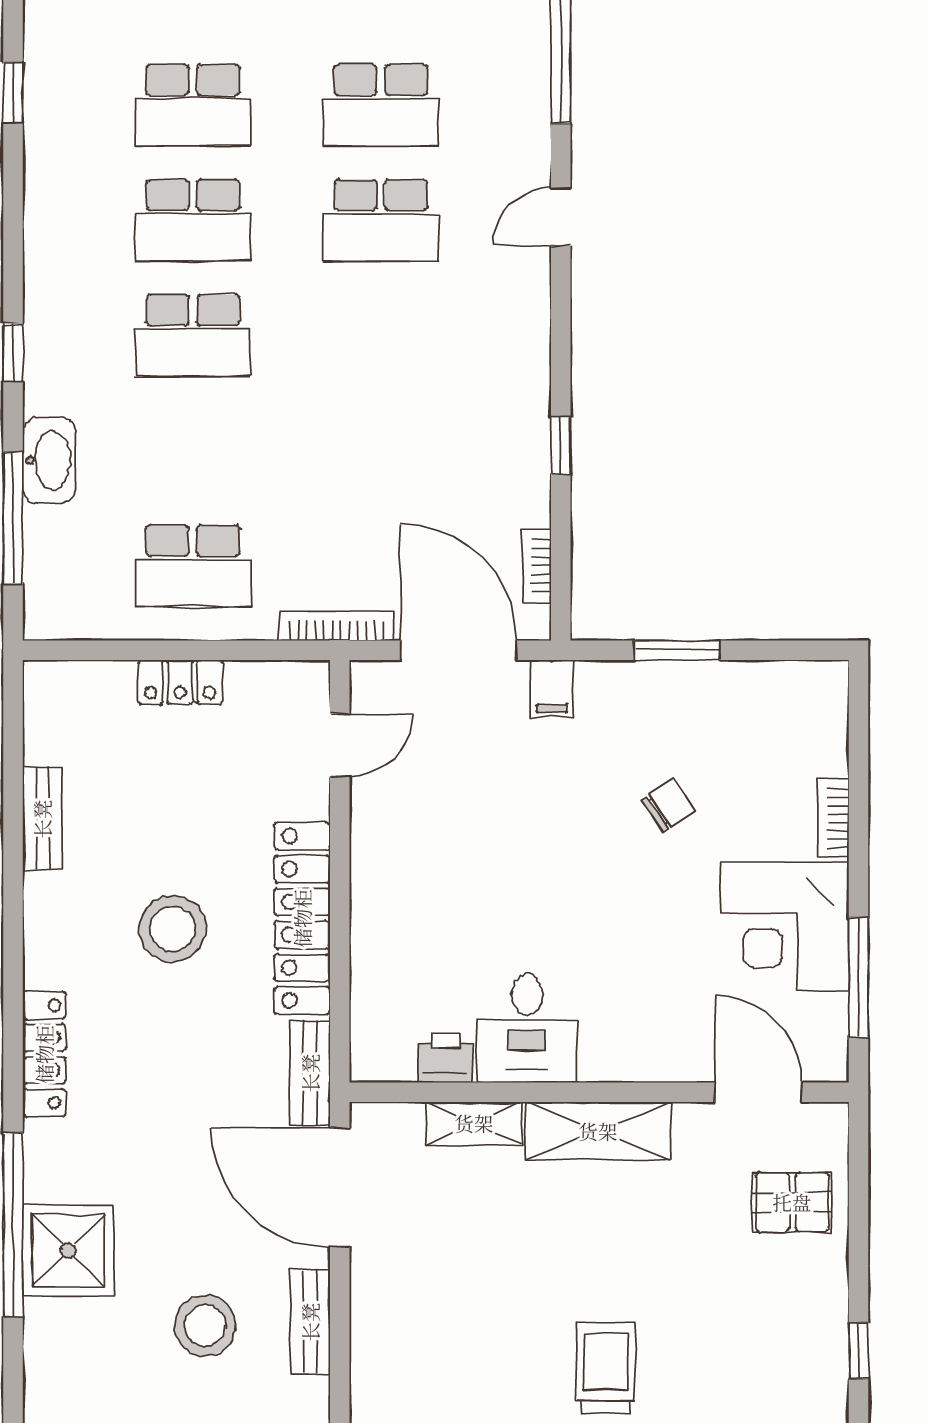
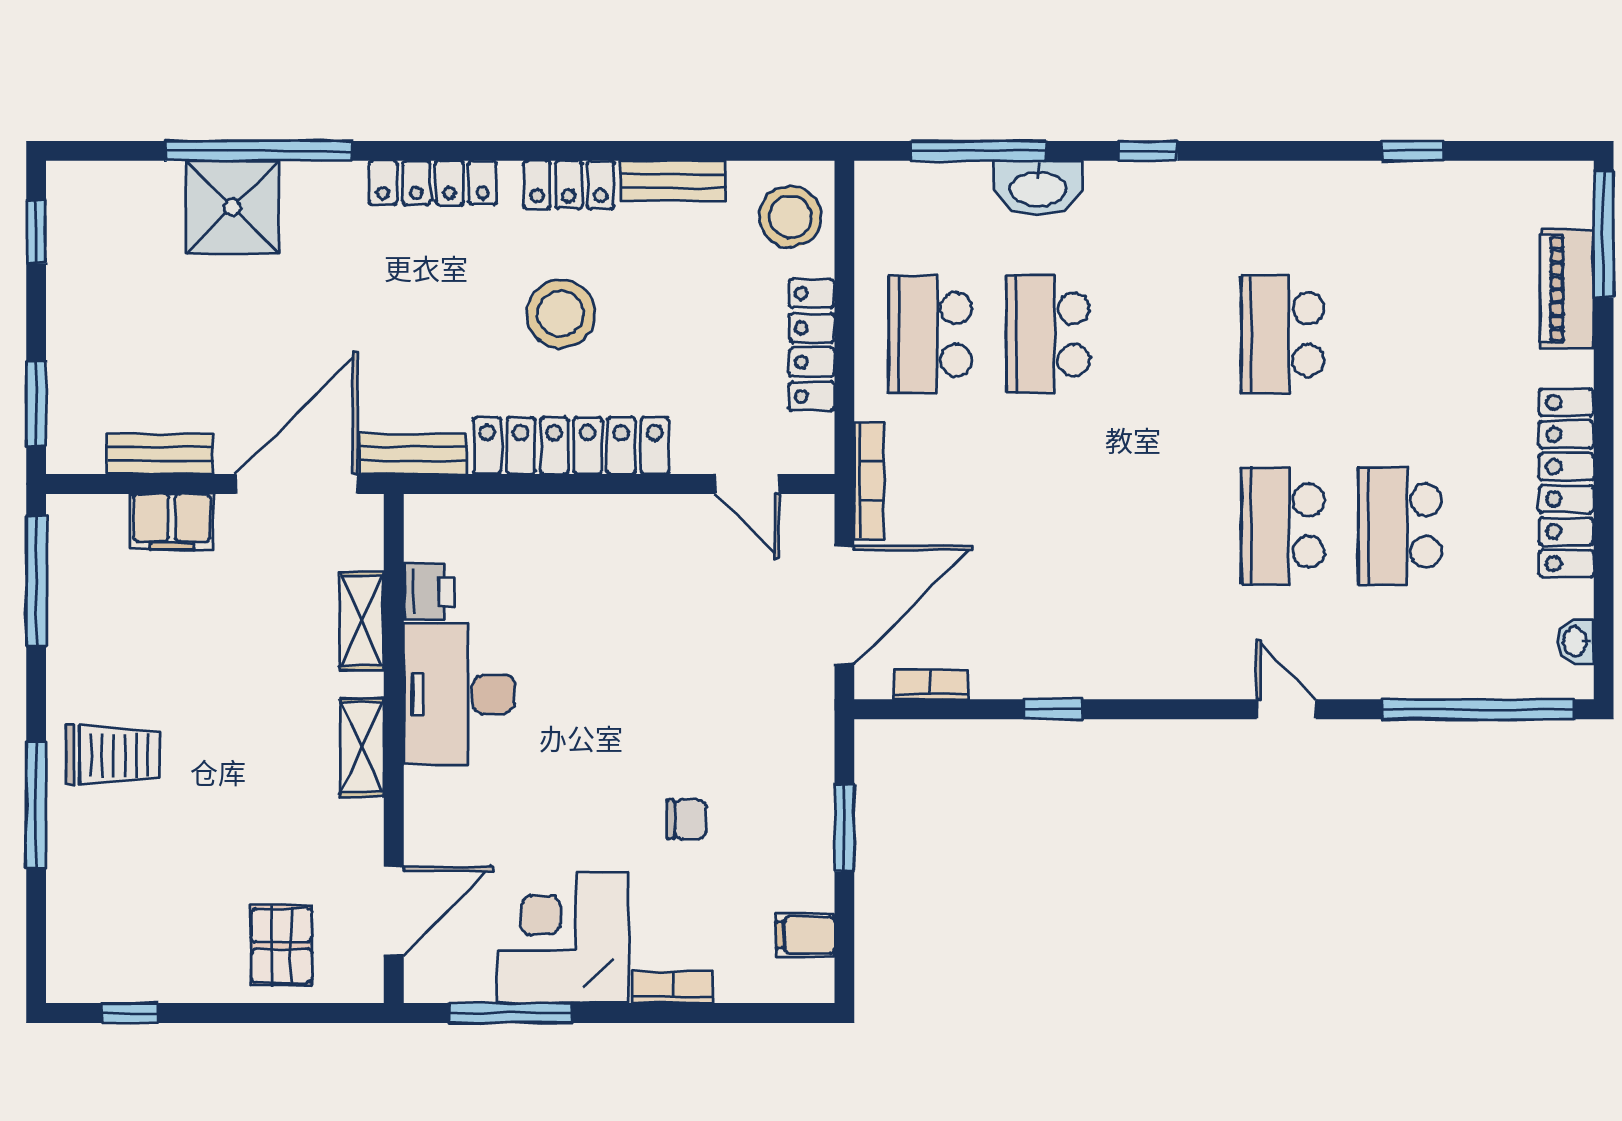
school desk: (193, 105) -> (1400, 334), removed
school desk: (193, 335) -> (1048, 334), moved
locker: (180, 682) -> (812, 345), width x1.53
filing cabinet: (552, 689) -> (805, 935), moved
chair: (669, 805) -> (686, 819), turned -56
locker: (46, 921) -> (569, 185), added
desk: (527, 1028) -> (459, 694), width x1.37
shelving: (598, 1131) -> (362, 747), width x0.67, depth x0.75
filing cabinet: (377, 1310) -> (172, 522), added
stool: (205, 1326) -> (790, 217), moved

